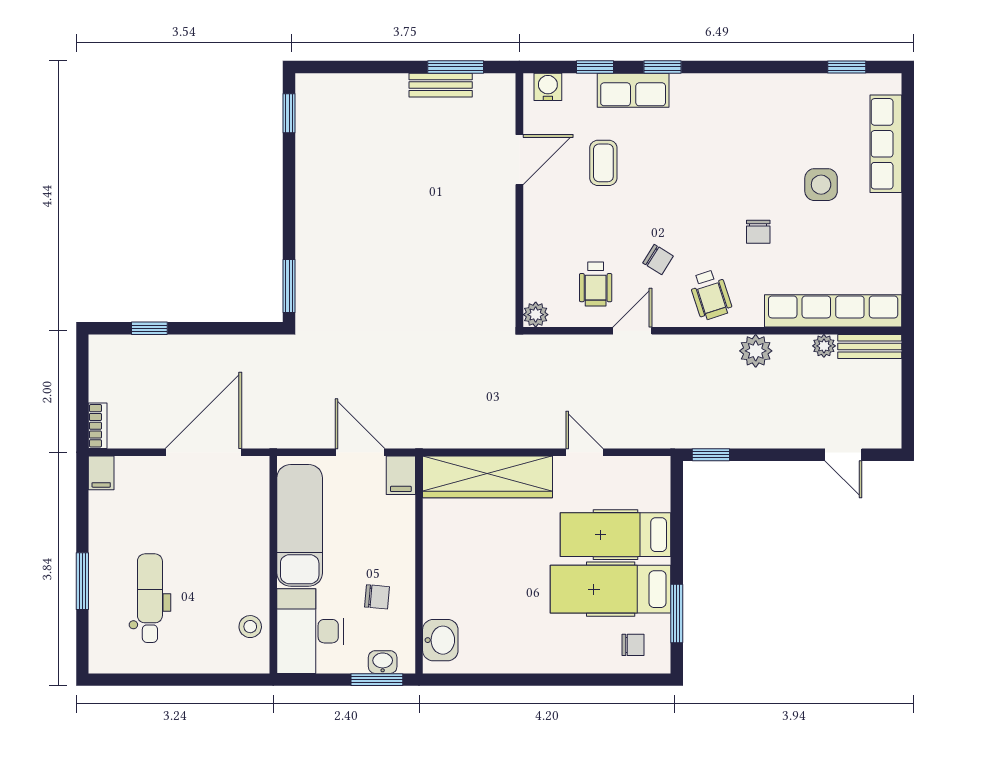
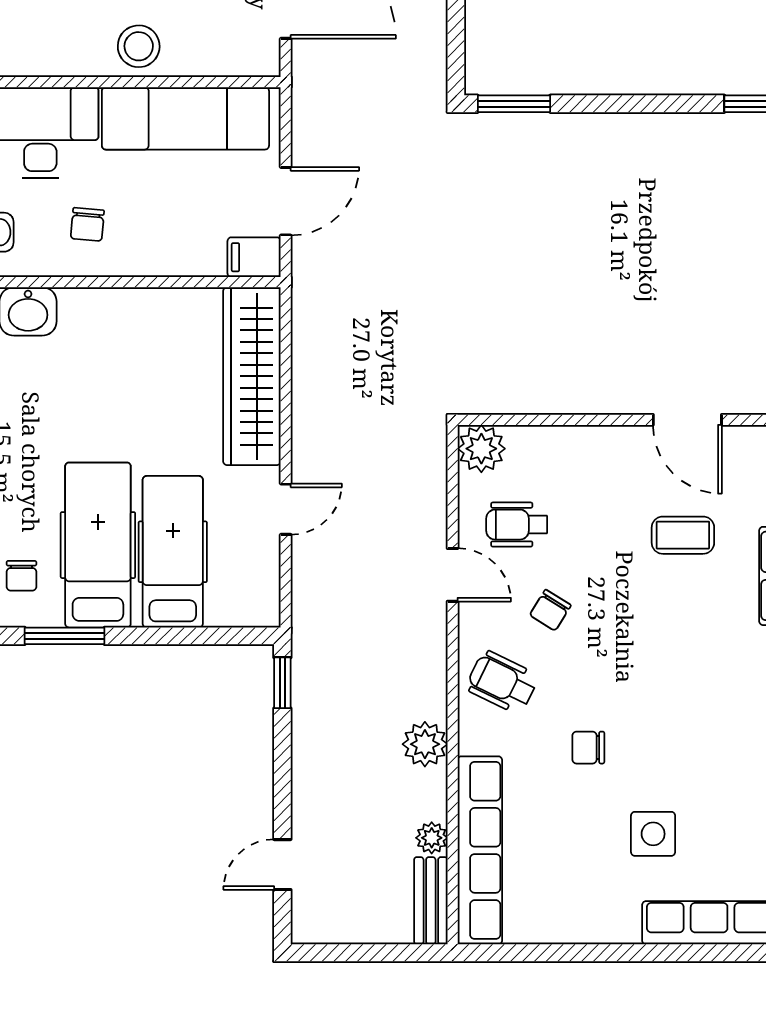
wheelchair: (711, 295) -> (502, 682), turned 44
plant: (536, 315) -> (481, 449), width x1.38, depth x1.38
stool: (250, 627) -> (139, 46), moved, width x1.37, depth x1.37

